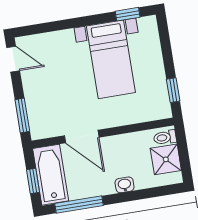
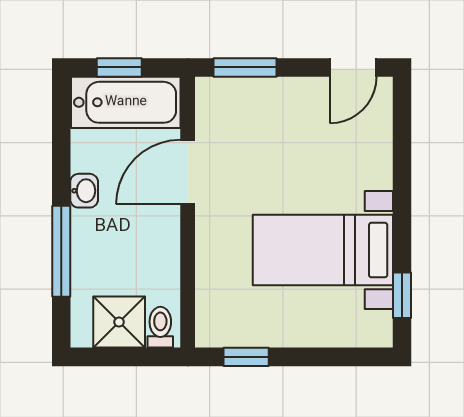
washbasin: (125, 185) -> (84, 191), moved
window: (79, 205) -> (61, 251), moved

